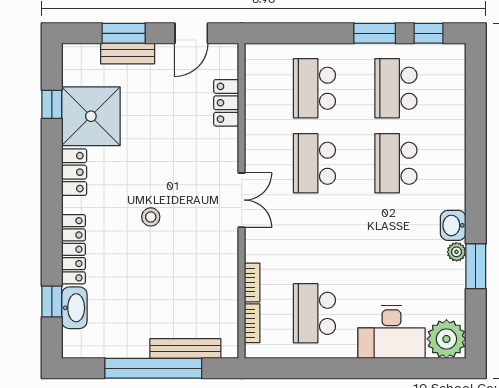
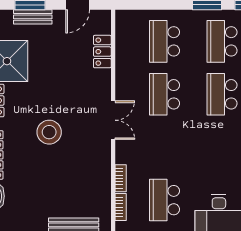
stool: (151, 217) -> (49, 132), width x1.89, depth x1.89

